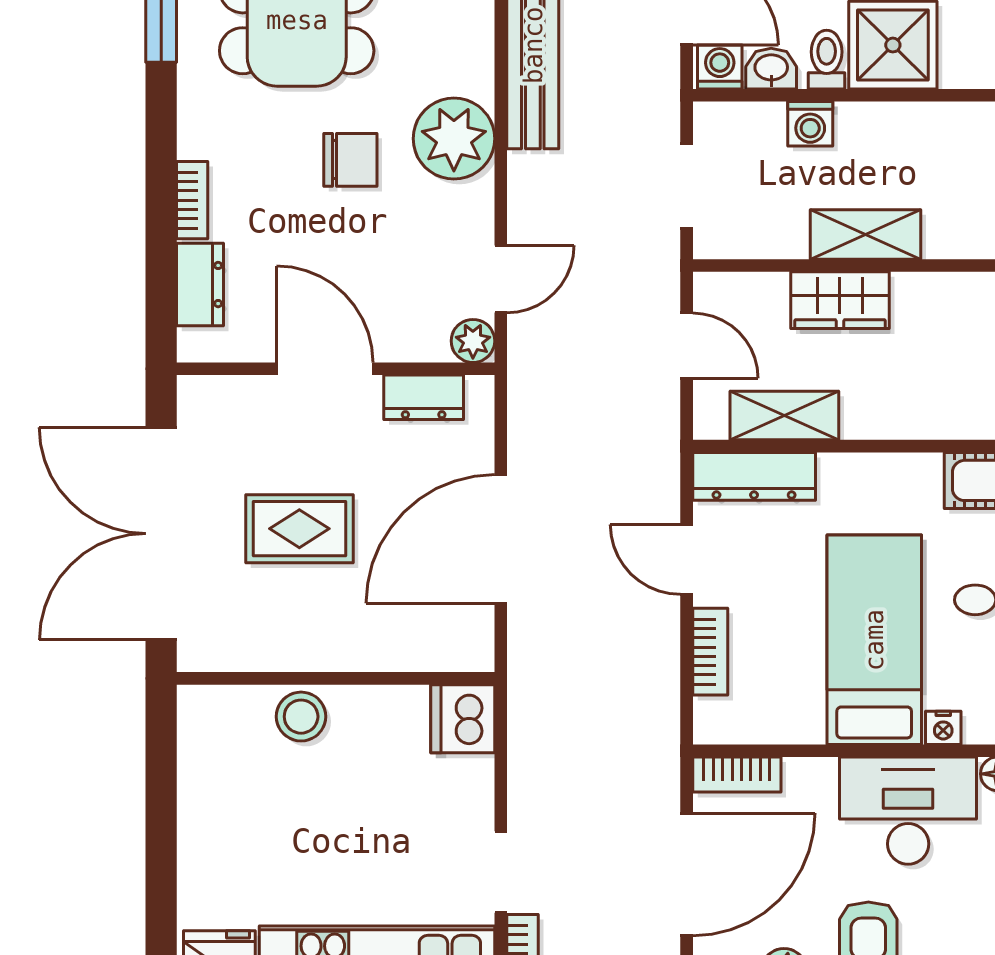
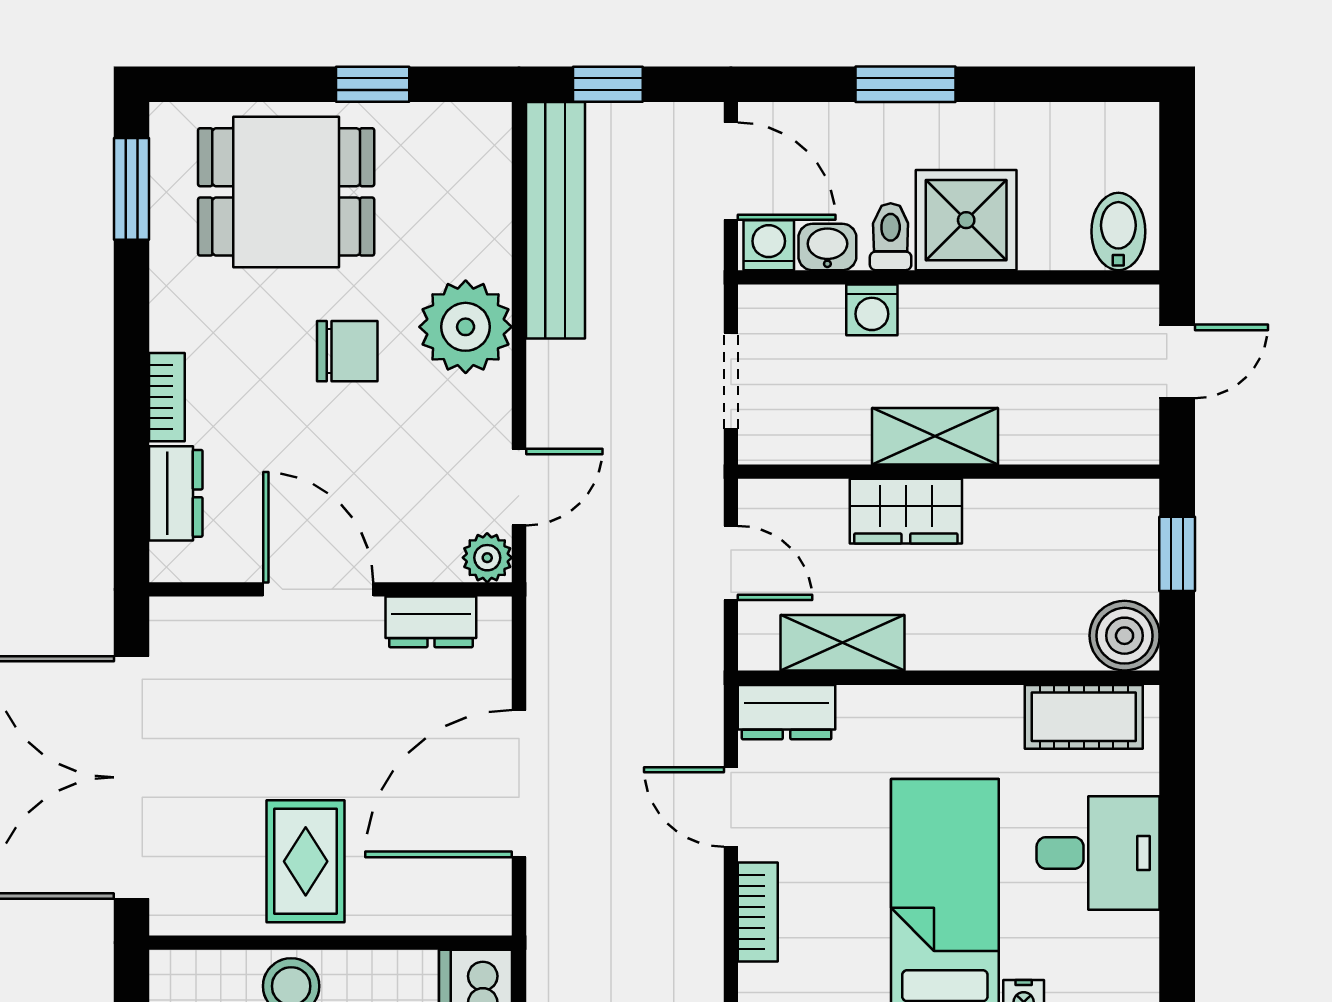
dresser: (754, 476) -> (787, 712), width x0.70
rug: (299, 529) -> (306, 861), moved, turned 90

